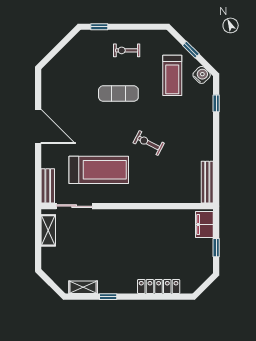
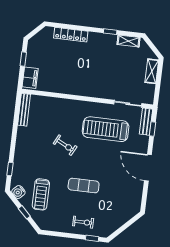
exercise bike: (127, 50) -> (83, 222), moved
treadmill: (172, 75) -> (41, 194), turned 180
window: (38, 177) -> (153, 129), added
shelving: (48, 230) -> (152, 71), moved

